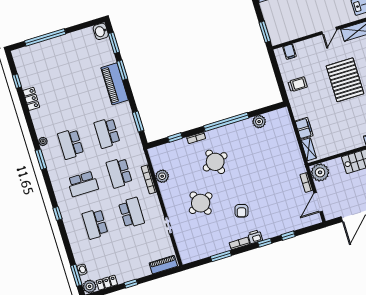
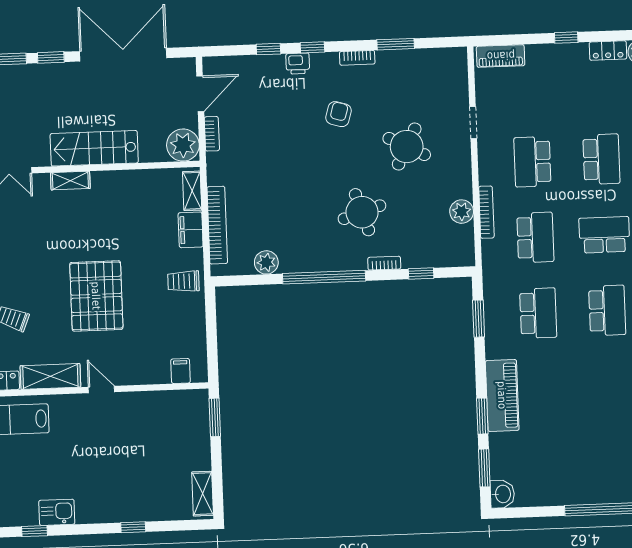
door: (329, 31) -> (101, 389), hinge flipped
trolley: (298, 84) -> (183, 281), moved
bookcase: (290, 135) -> (217, 225), added
round table: (201, 203) -> (407, 147), turned -38
printer: (255, 237) -> (298, 64), moved

